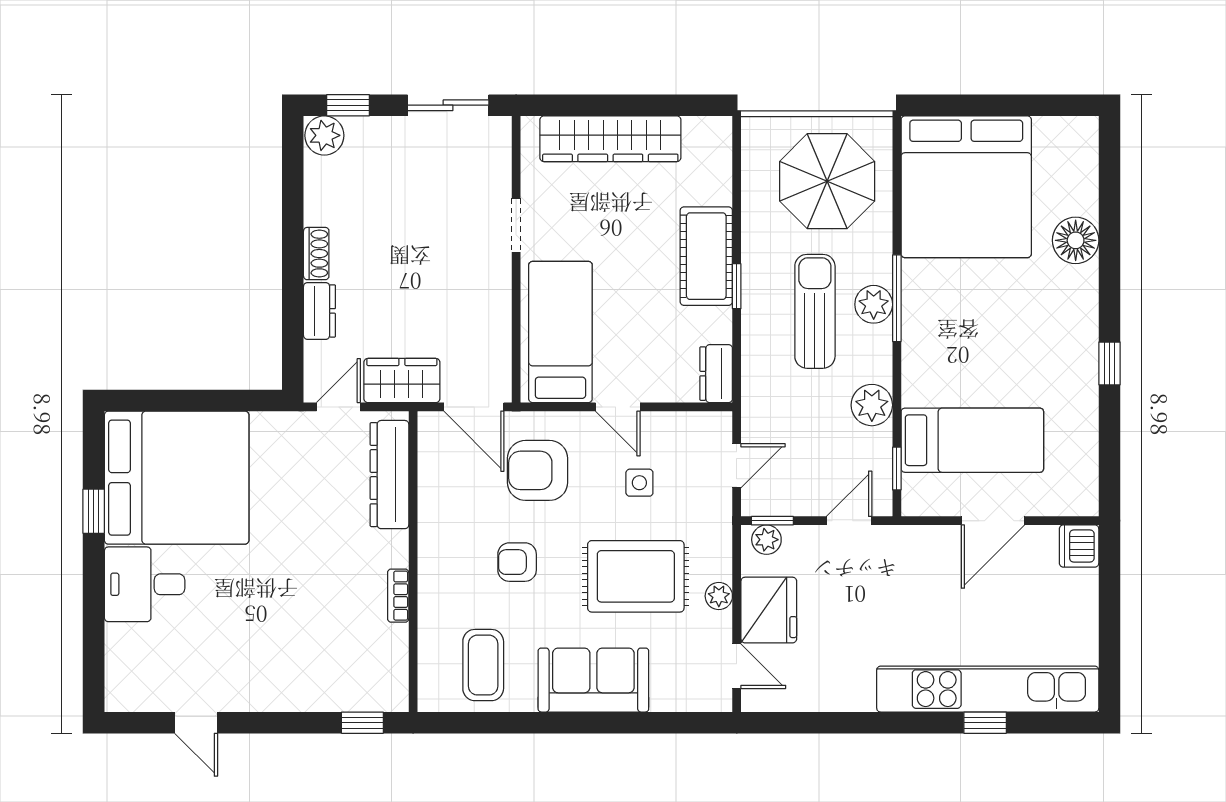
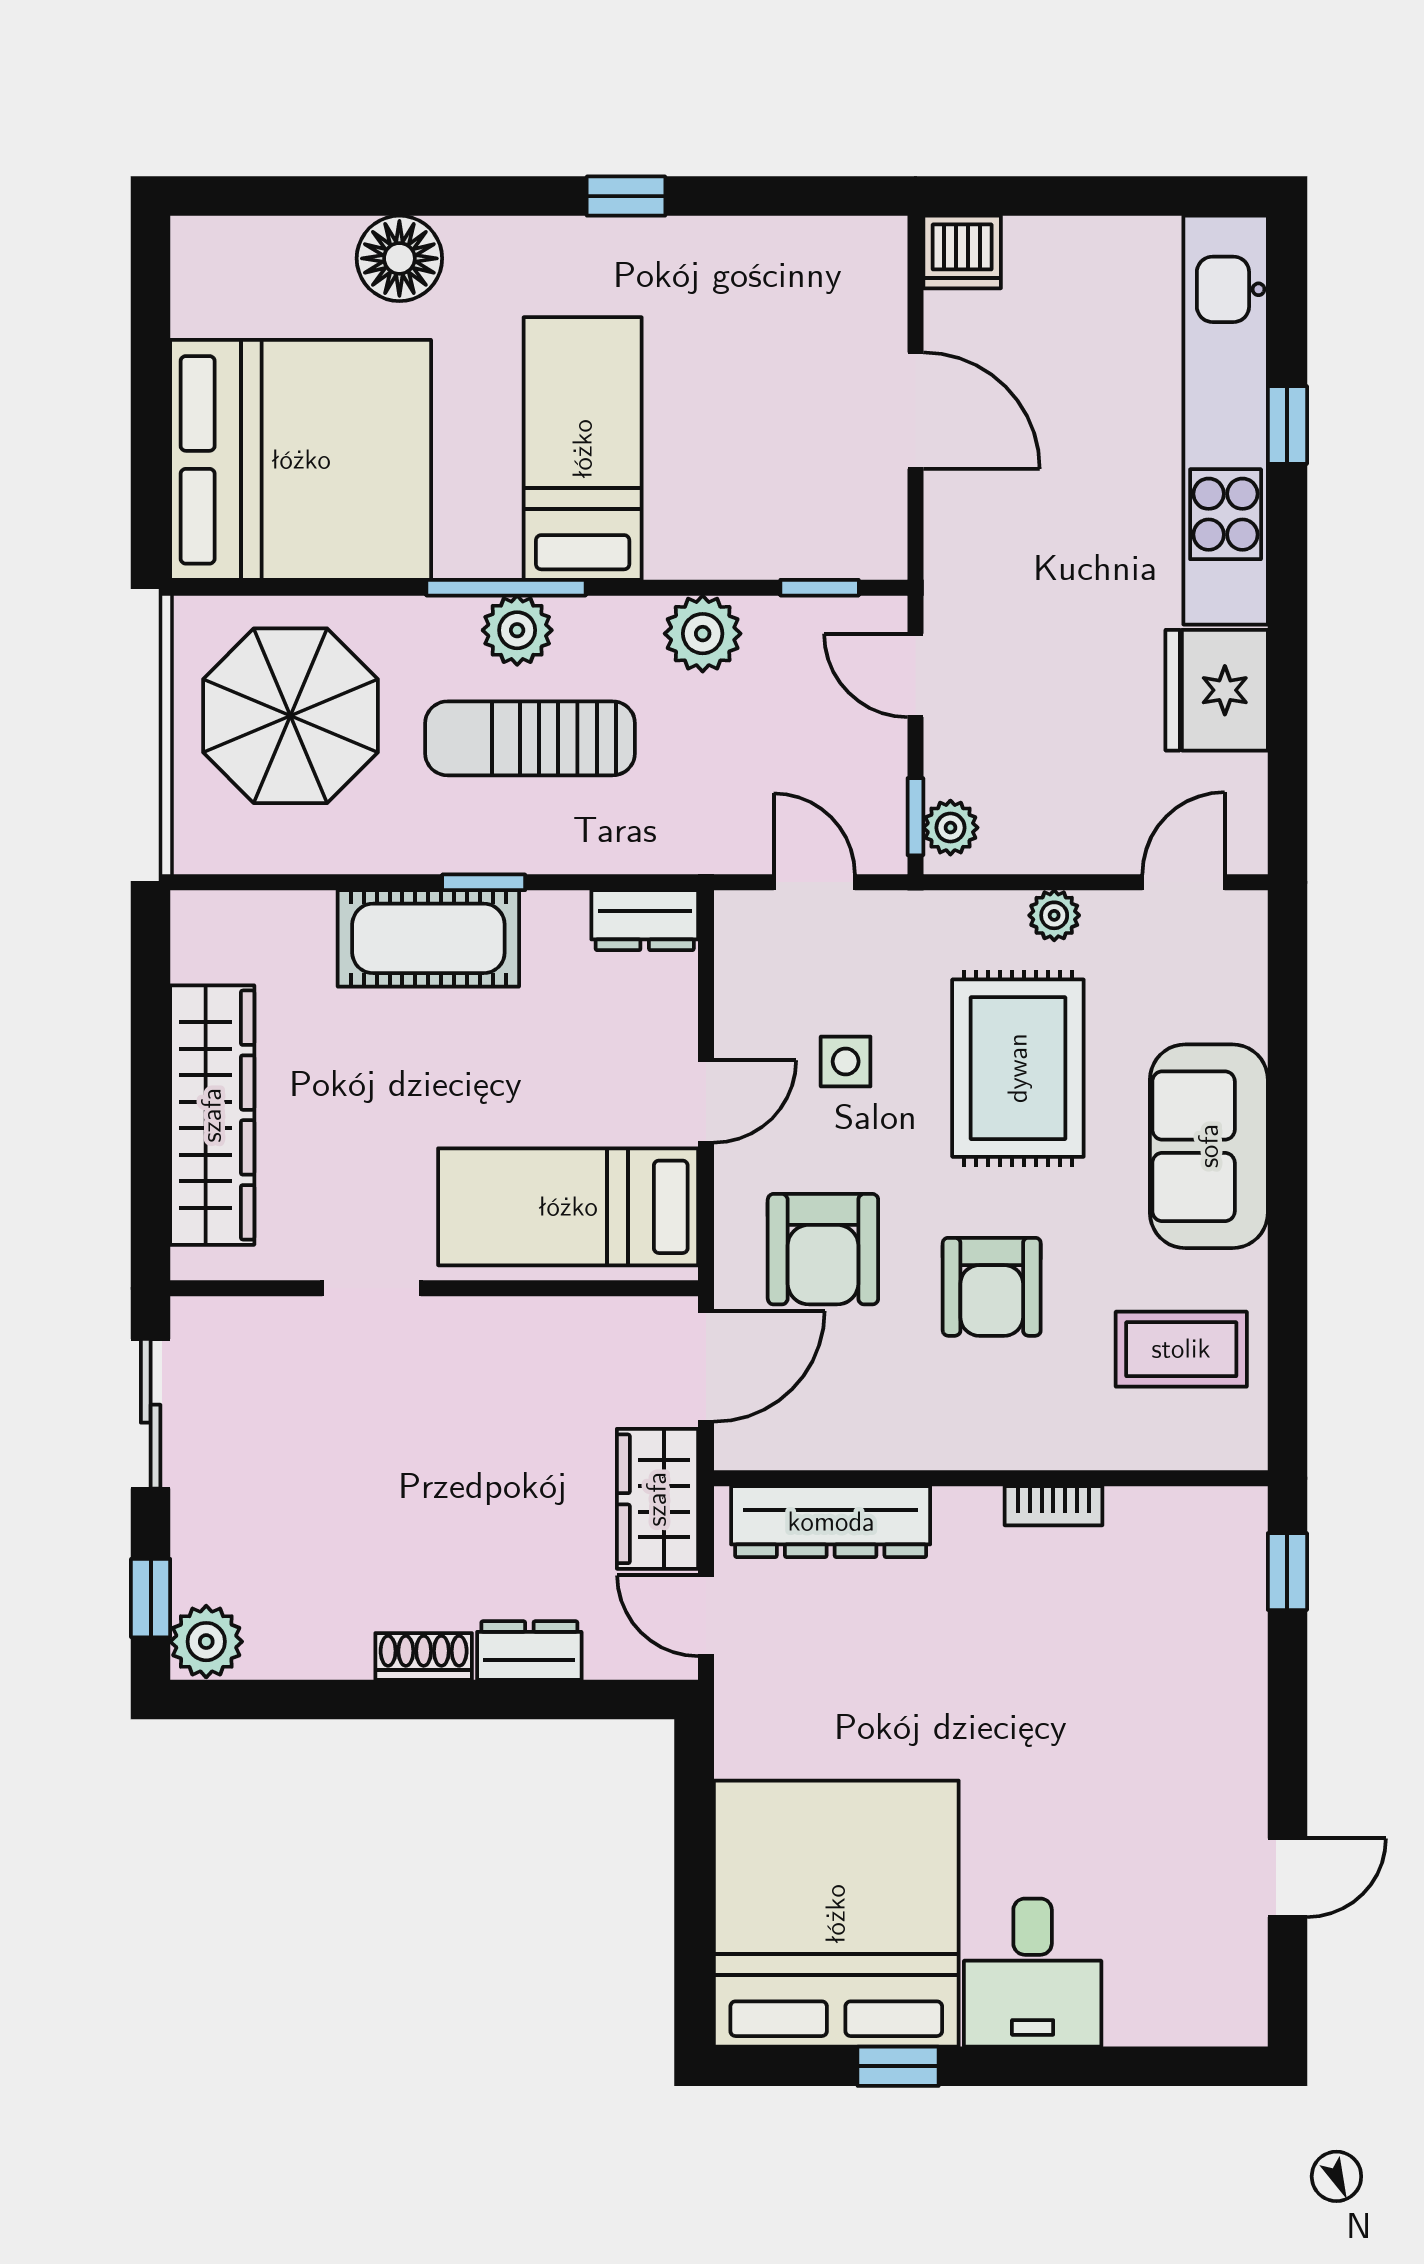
bed: (972, 440) -> (583, 449), moved
armchair: (517, 562) -> (992, 1287), width x1.38, depth x1.38
fridge: (769, 610) -> (1217, 690), moved, turned -90

